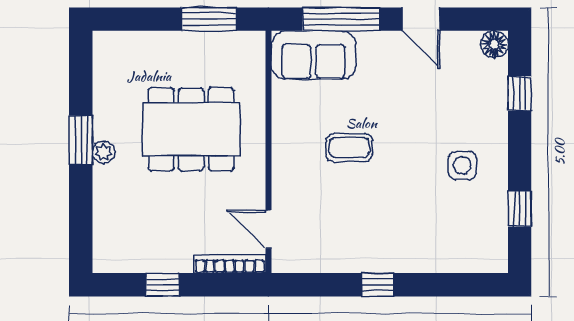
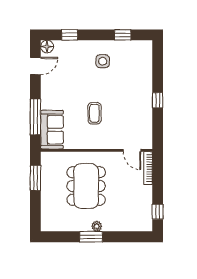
door: (421, 19) -> (35, 66), moved
door: (268, 229) -> (132, 150), hinge flipped
window: (162, 285) -> (158, 212), moved

